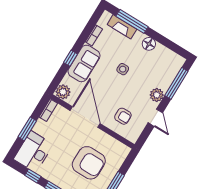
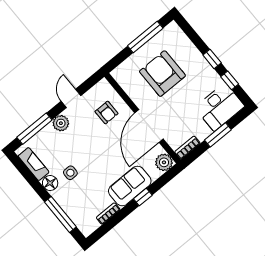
fireplace: (122, 27) -> (34, 164), moved
side table: (123, 69) -> (70, 173), moved
armchair: (123, 116) -> (107, 113), turned 180

